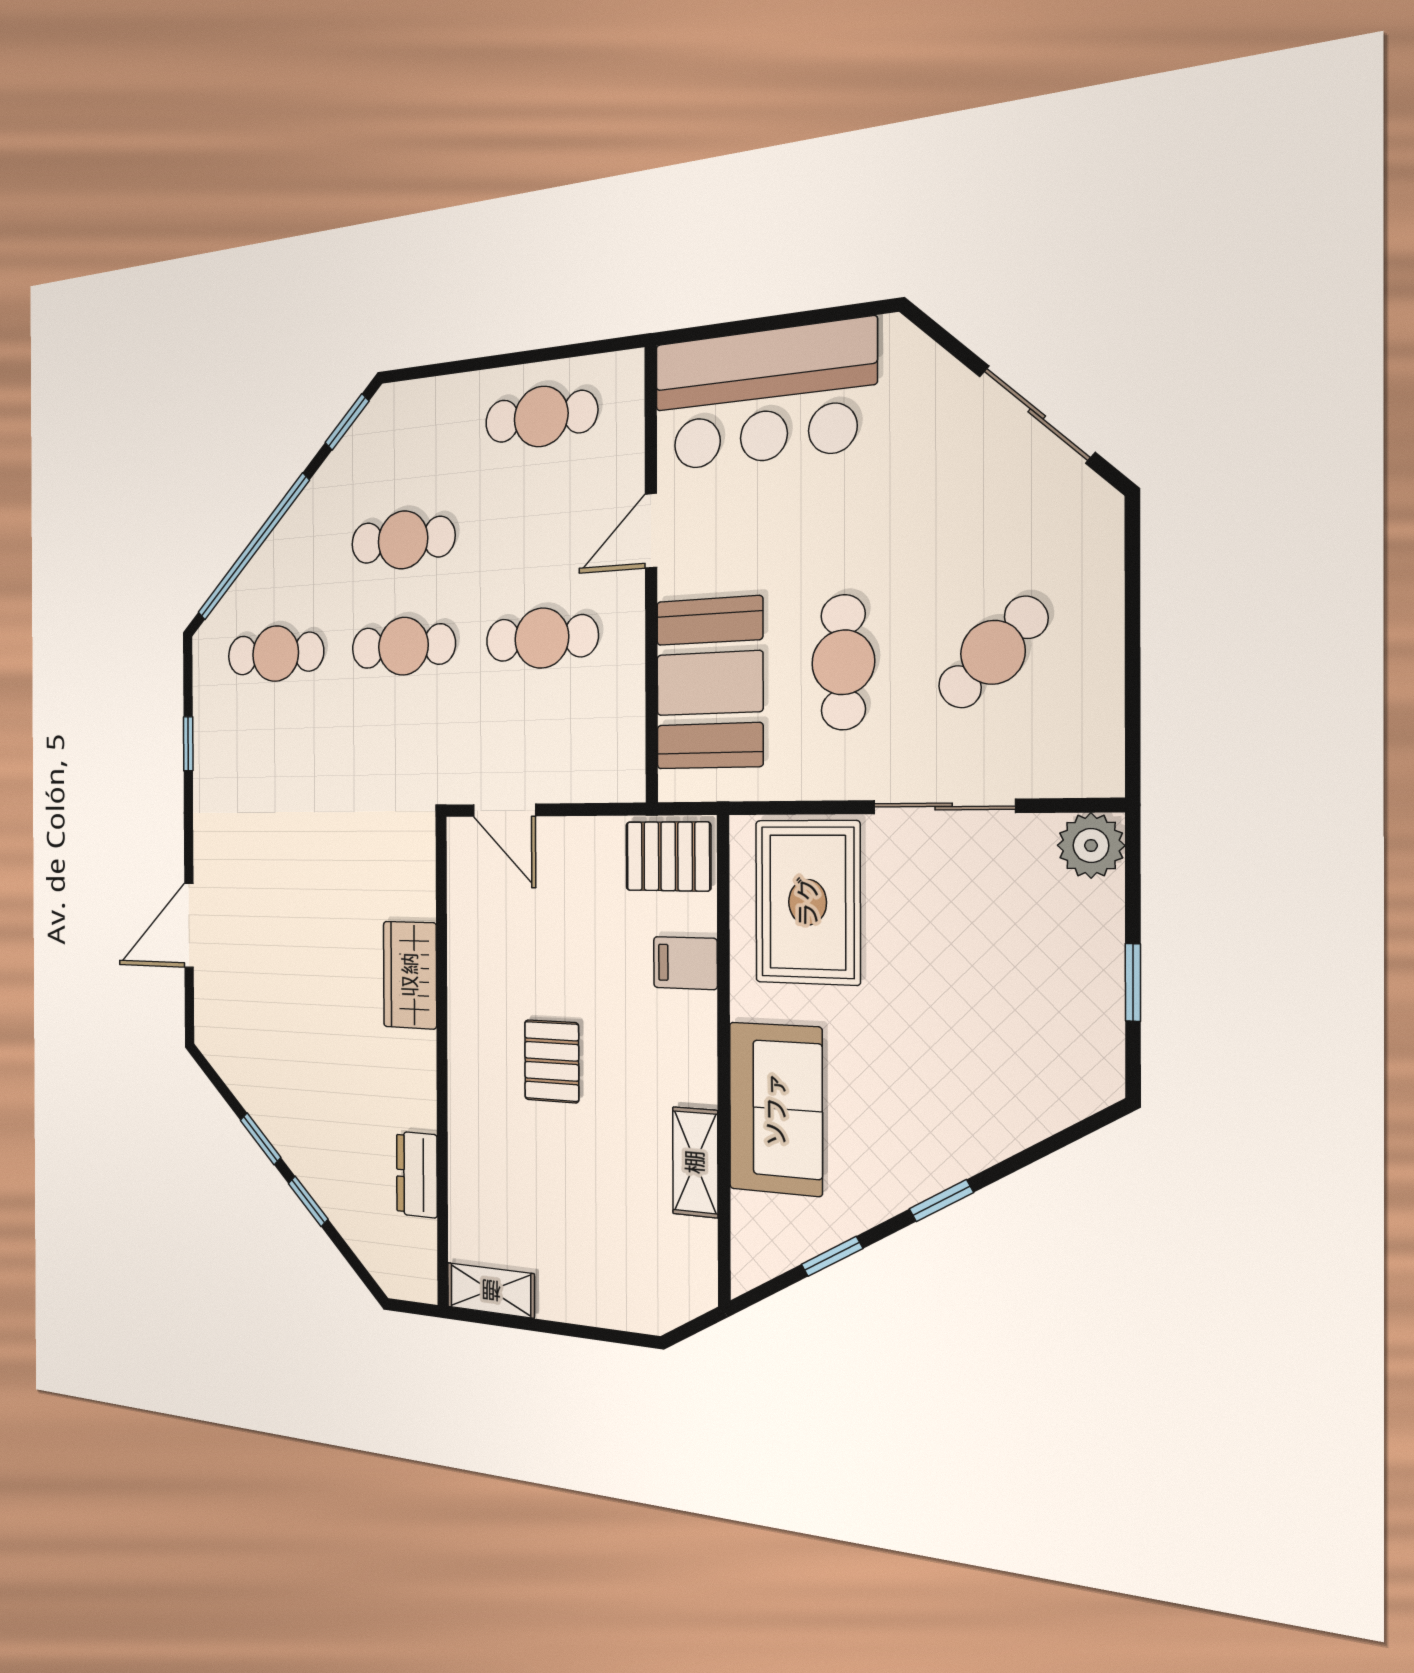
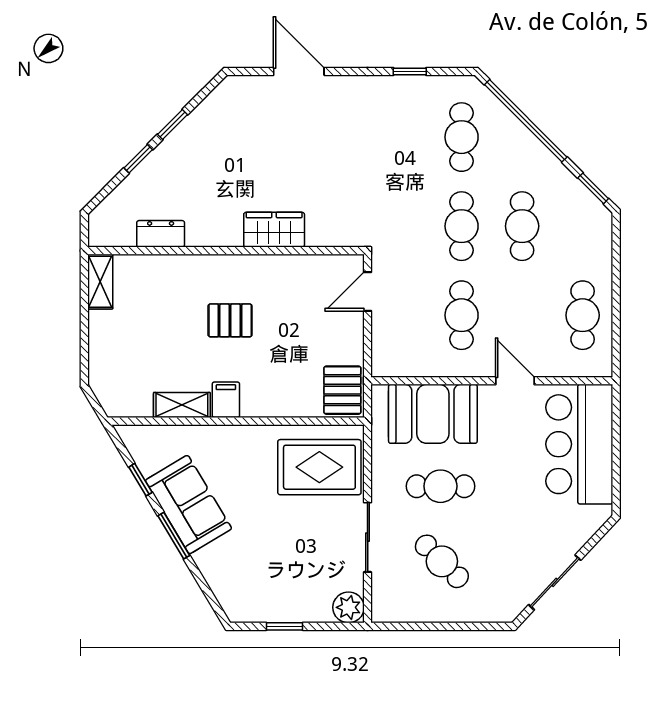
filing cabinet: (685, 963) -> (226, 400), moved
sofa: (776, 1109) -> (188, 505), moved, turned -121
window: (941, 1201) -> (174, 536), width x1.50

